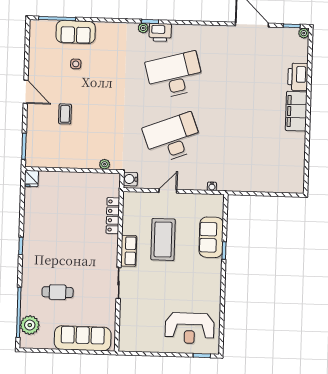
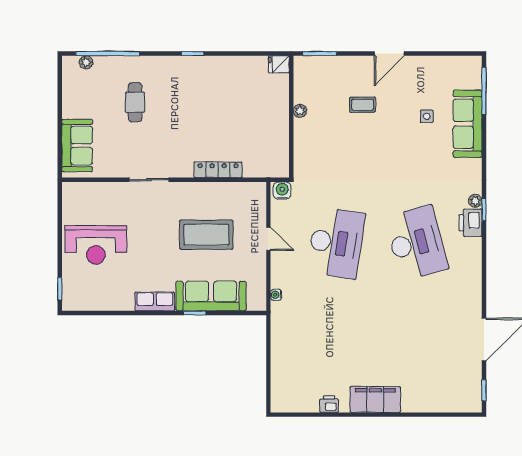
sofa: (76, 32) -> (468, 124), width x1.36
plant: (304, 33) -> (475, 406), removed
printer: (298, 77) -> (329, 404), moved, width x0.53, depth x0.68
desk: (173, 138) -> (336, 243), turned 30
plant: (105, 164) -> (300, 111), moved
locker: (113, 216) -> (218, 170), moved
sofa: (211, 237) -> (211, 296), width x1.36
row of seats: (129, 251) -> (155, 301), moved, turned 180
plant: (30, 325) -> (86, 62), width x0.53, depth x0.53
reception desk: (189, 328) -> (96, 245), moved, turned -90
sofa: (83, 338) -> (77, 146), width x0.73

